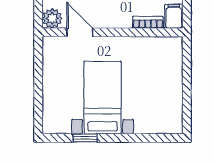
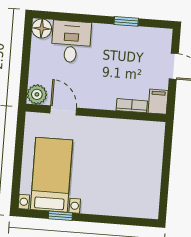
bed with nightstands: (103, 98) -> (51, 175), moved

